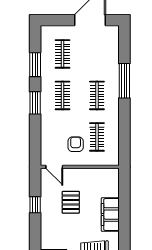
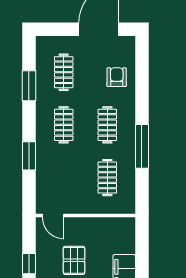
window: (124, 81) -> (142, 146), moved
window: (35, 103) -> (29, 156), moved
armchair: (76, 144) -> (117, 77), moved

